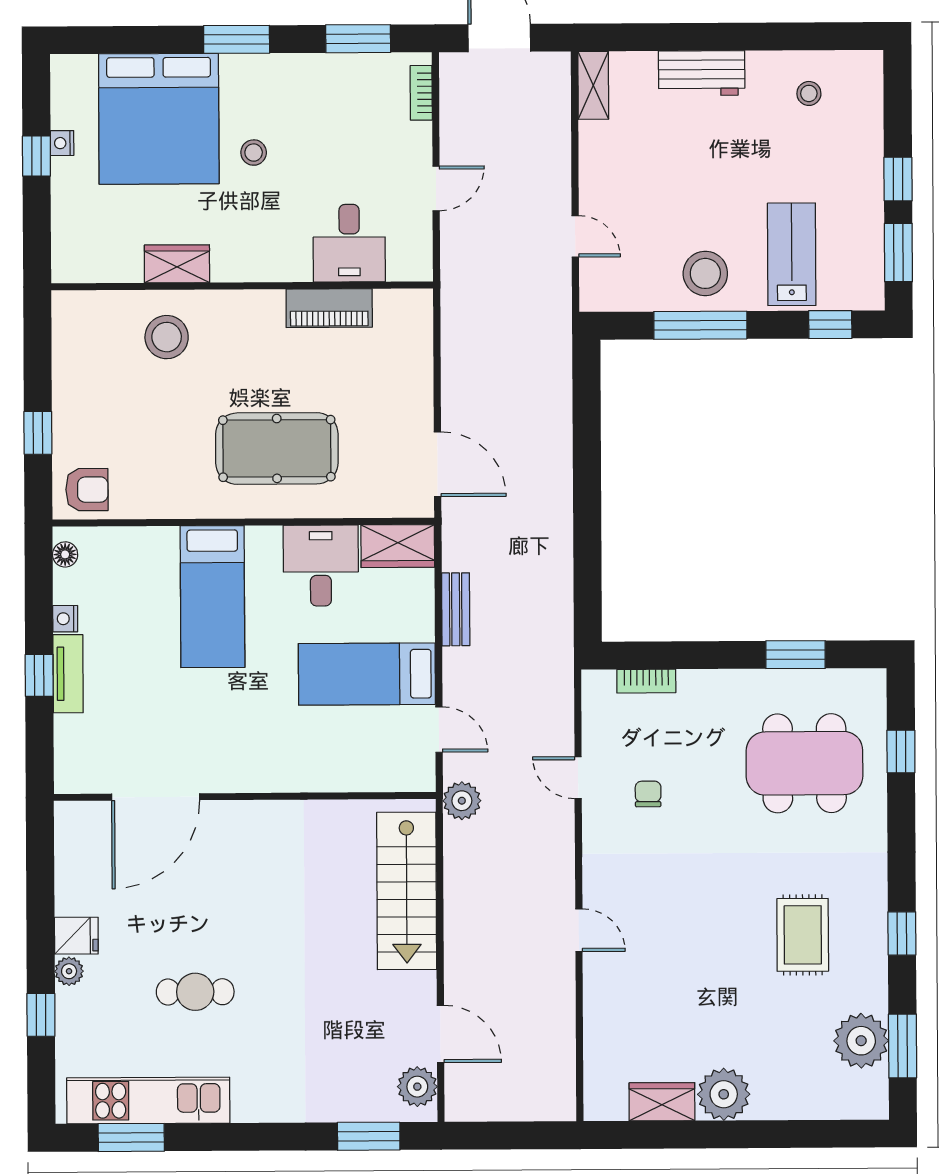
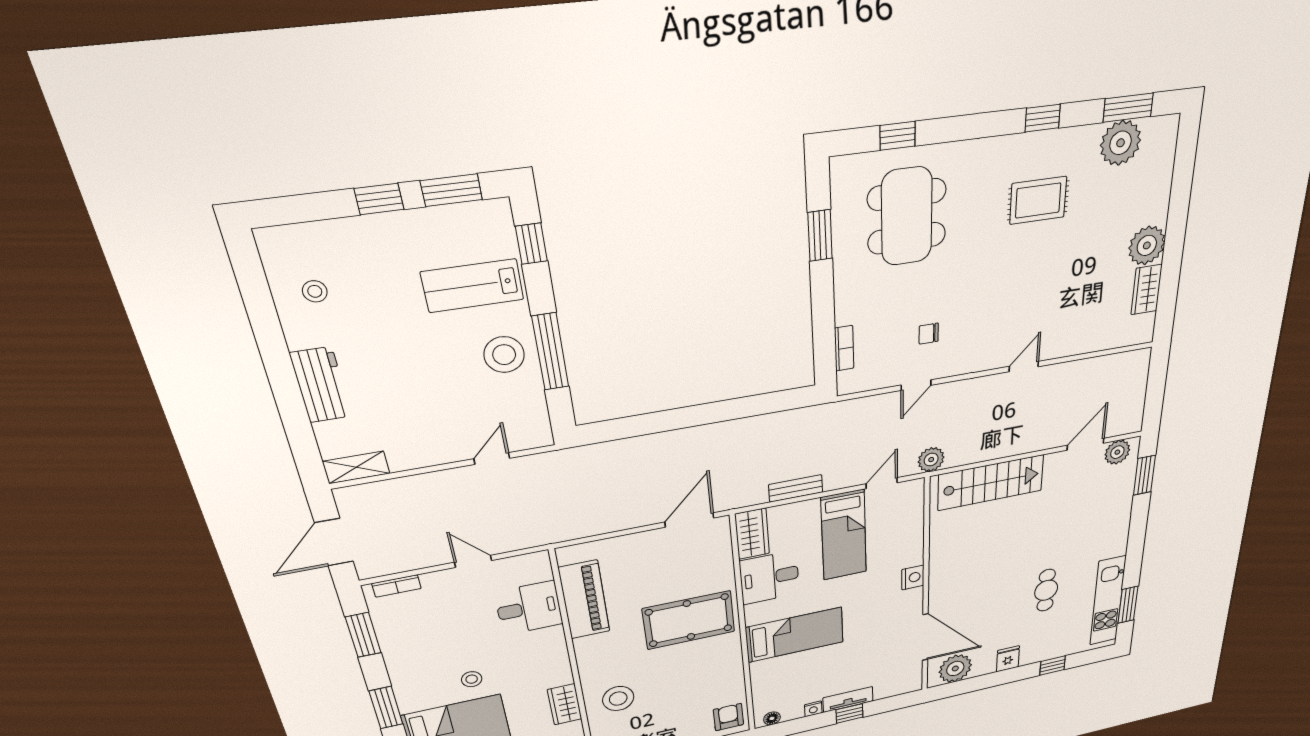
piano: (329, 308) -> (584, 600), width x1.37, depth x1.33
pool table: (277, 448) -> (689, 620), turned 90
nightstand: (271, 776) -> (913, 577), added
plant: (69, 971) -> (955, 668), moved, width x1.87, depth x1.87

